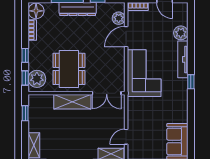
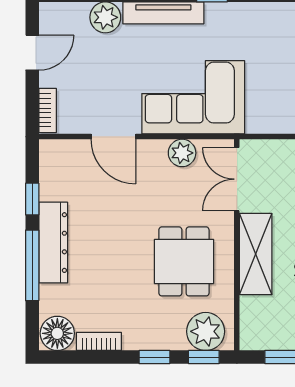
plant: (119, 18) -> (182, 153), moved
dining table: (69, 69) -> (184, 261), width x0.73
double door: (107, 93) -> (237, 179), swing flipped

